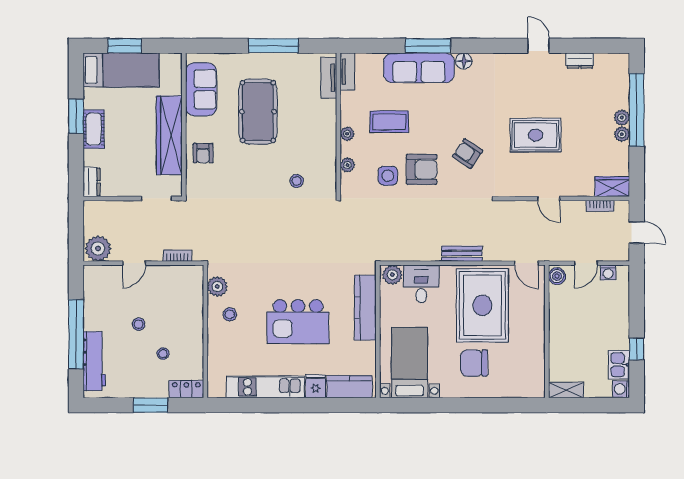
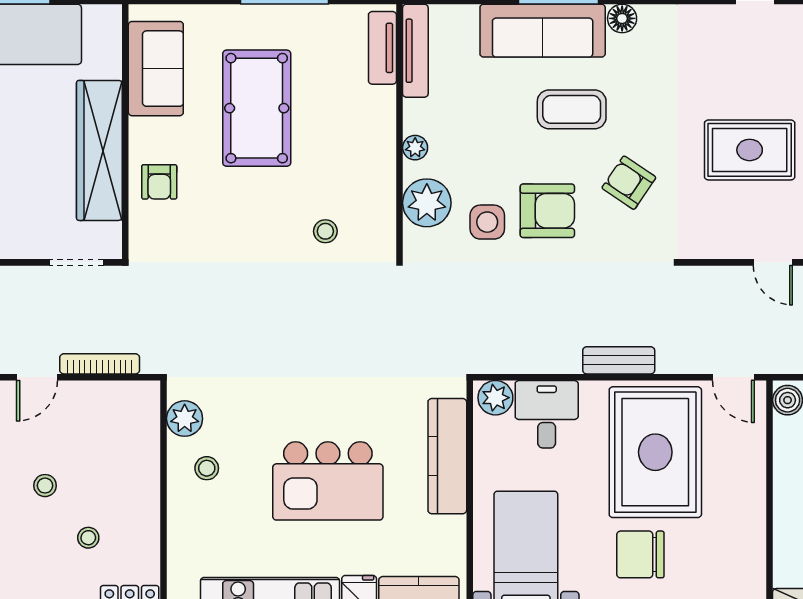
tv unit: (347, 72) -> (415, 51), width x1.41
coffee table: (389, 122) -> (572, 109), moved
plant: (347, 165) -> (427, 203), width x1.87, depth x1.87
bookcase: (177, 256) -> (100, 364), width x1.56

